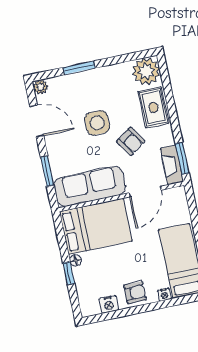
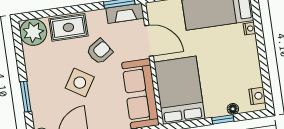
side table: (97, 123) -> (80, 83), turned 32
floor lamp: (75, 261) -> (233, 109), moved
armchair: (135, 293) -> (246, 57), removed
nightstand: (109, 304) -> (257, 96), moved

